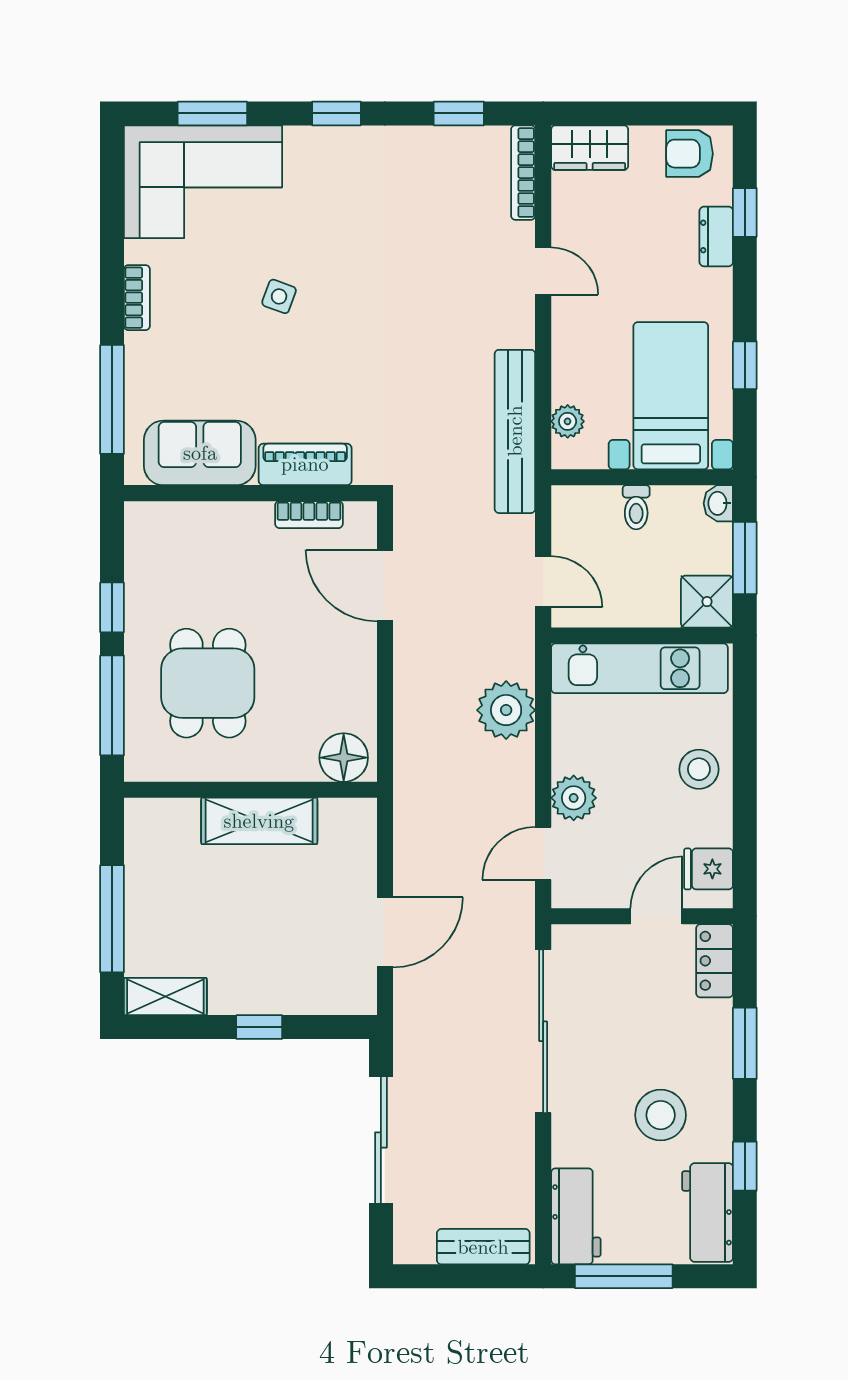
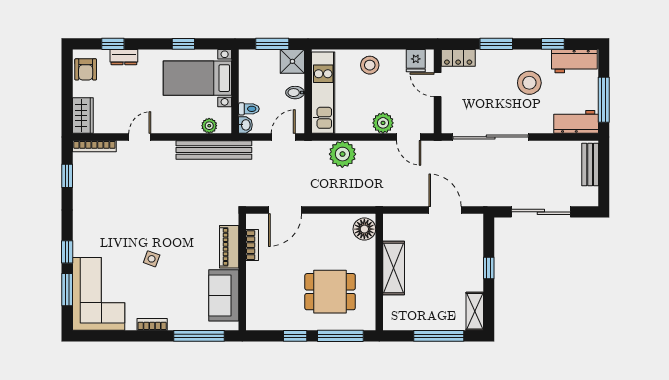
window: (336, 113) -> (67, 252), moved
washbasin: (718, 503) -> (245, 125), moved, turned -90
toilet: (636, 507) -> (249, 109), moved
bidet: (639, 607) -> (295, 93), added

